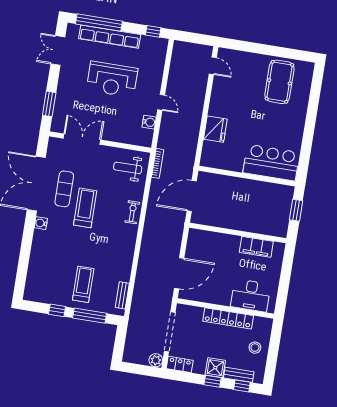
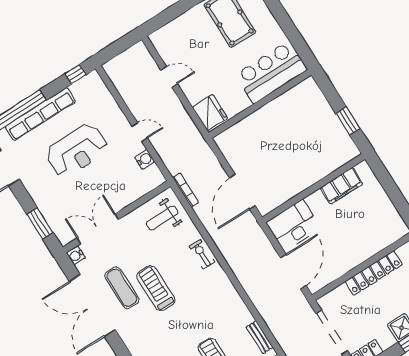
door: (213, 66) -> (169, 77), moved
bar counter: (271, 163) -> (271, 72), moved
wall: (247, 176) -> (260, 104), moved
water cooler: (41, 223) -> (76, 255), moved
desk: (251, 295) -> (293, 225), moved, turned 180

